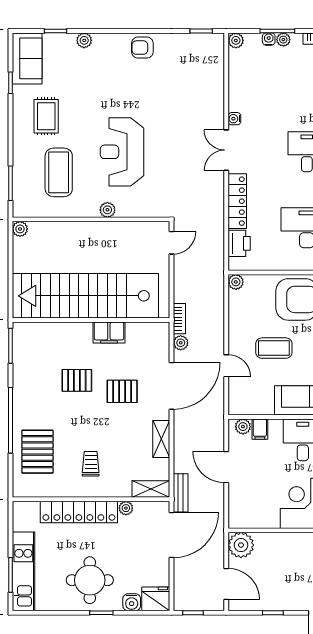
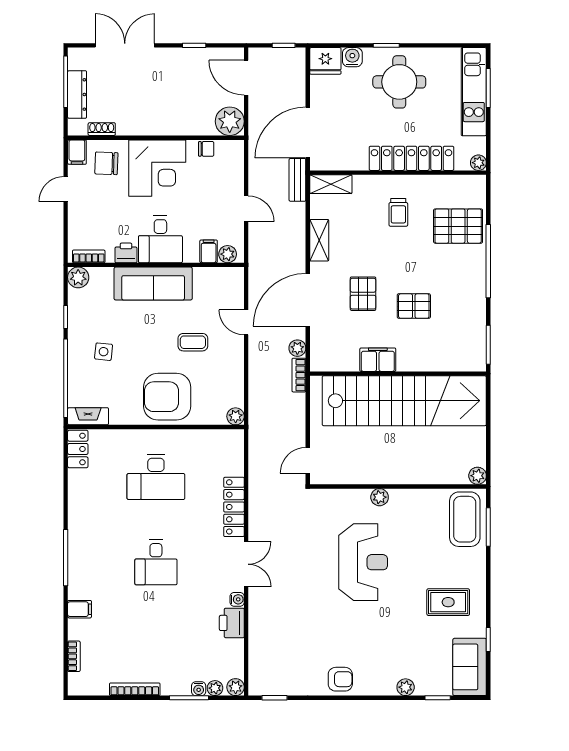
plant: (283, 40) -> (215, 688), moved
rug: (46, 116) -> (448, 602), turned 90
coffee table: (59, 172) -> (465, 519), moved
printer: (239, 243) -> (232, 623), moved
coffee table: (274, 348) -> (193, 342), width x0.73, depth x0.77
pallet: (122, 391) -> (363, 294), turned 90
pallet: (37, 452) -> (458, 226), turned 90
door: (226, 467) -> (246, 209), width x0.73
plant: (126, 508) -> (478, 163), moved
chair: (262, 520) -> (206, 149), added

